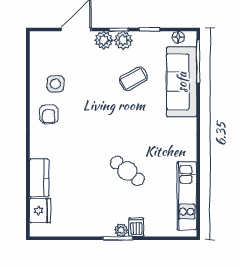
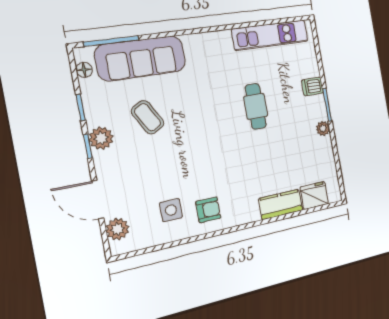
plant: (104, 40) -> (118, 229), moved
cafe table: (127, 171) -> (256, 106), turned -38
plant: (121, 230) -> (323, 129), moved

